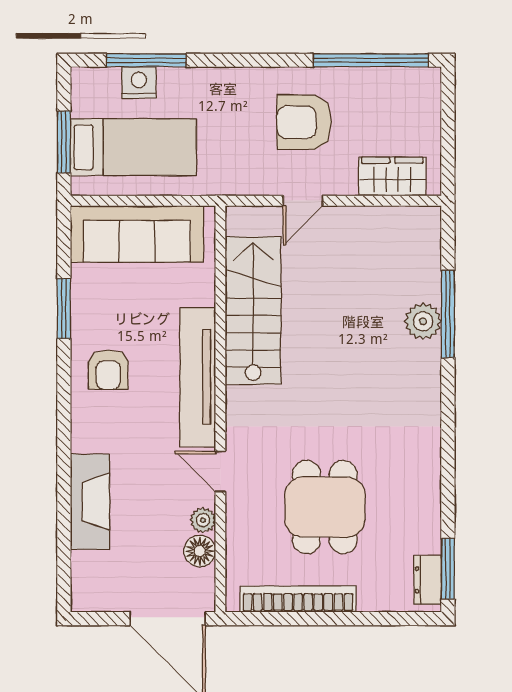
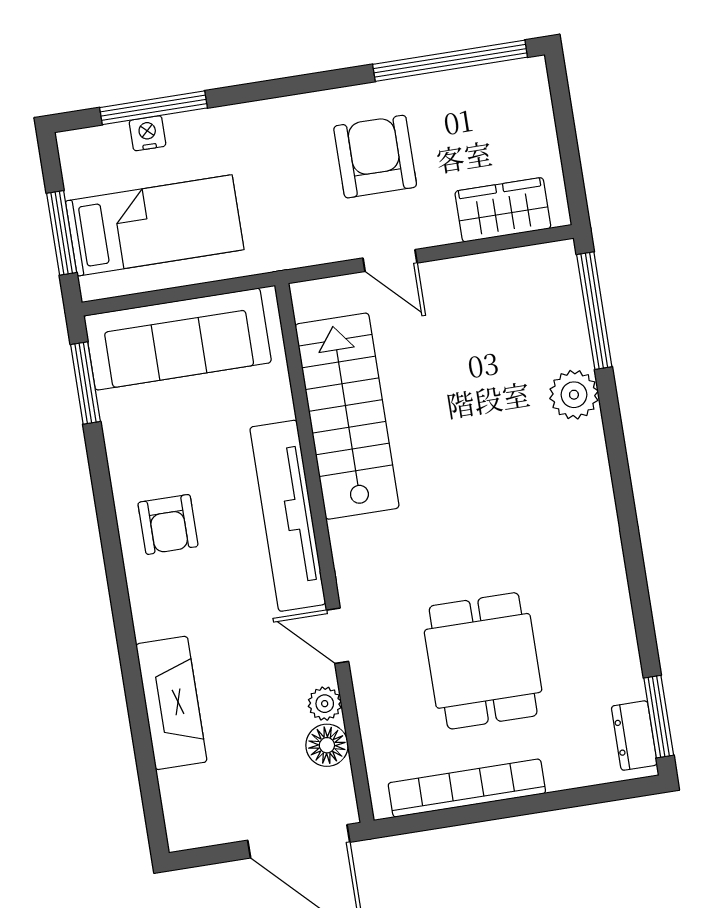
nightstand: (139, 83) -> (148, 133), width x0.72, depth x0.74
armchair: (304, 122) -> (375, 157), turned 90
door: (303, 201) -> (390, 260), hinge flipped
window: (64, 308) -> (85, 383), moved
window: (448, 314) -> (594, 311), moved

